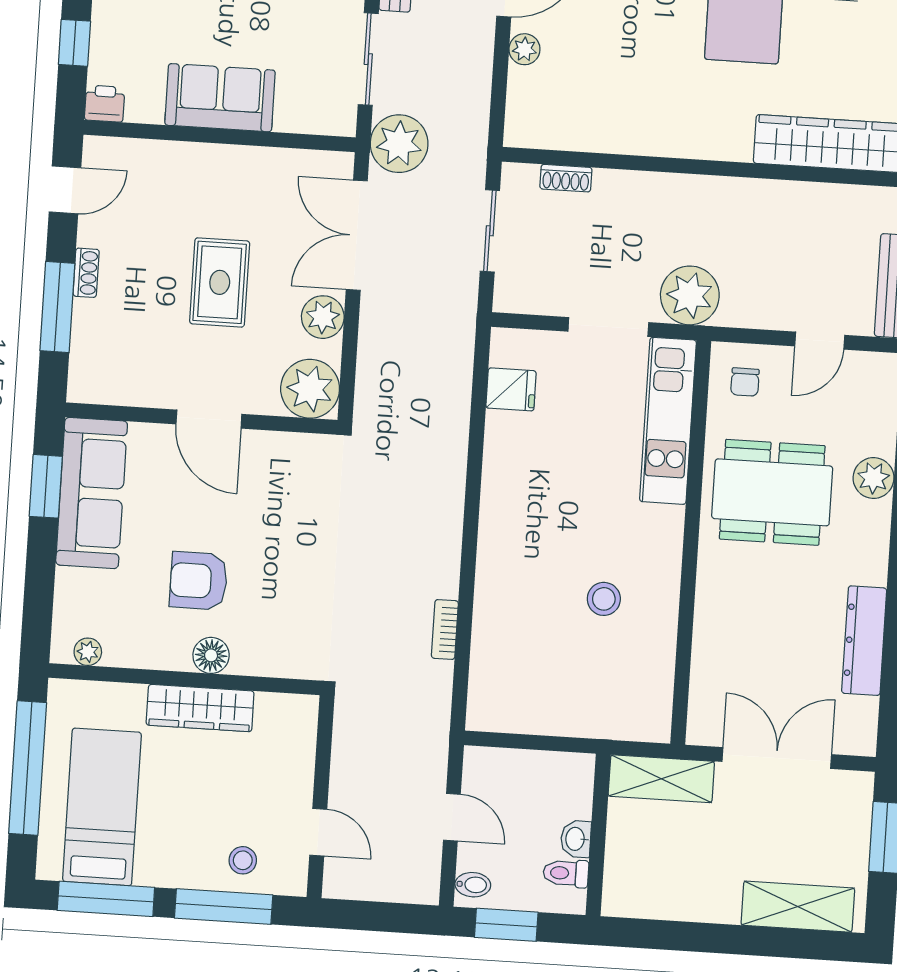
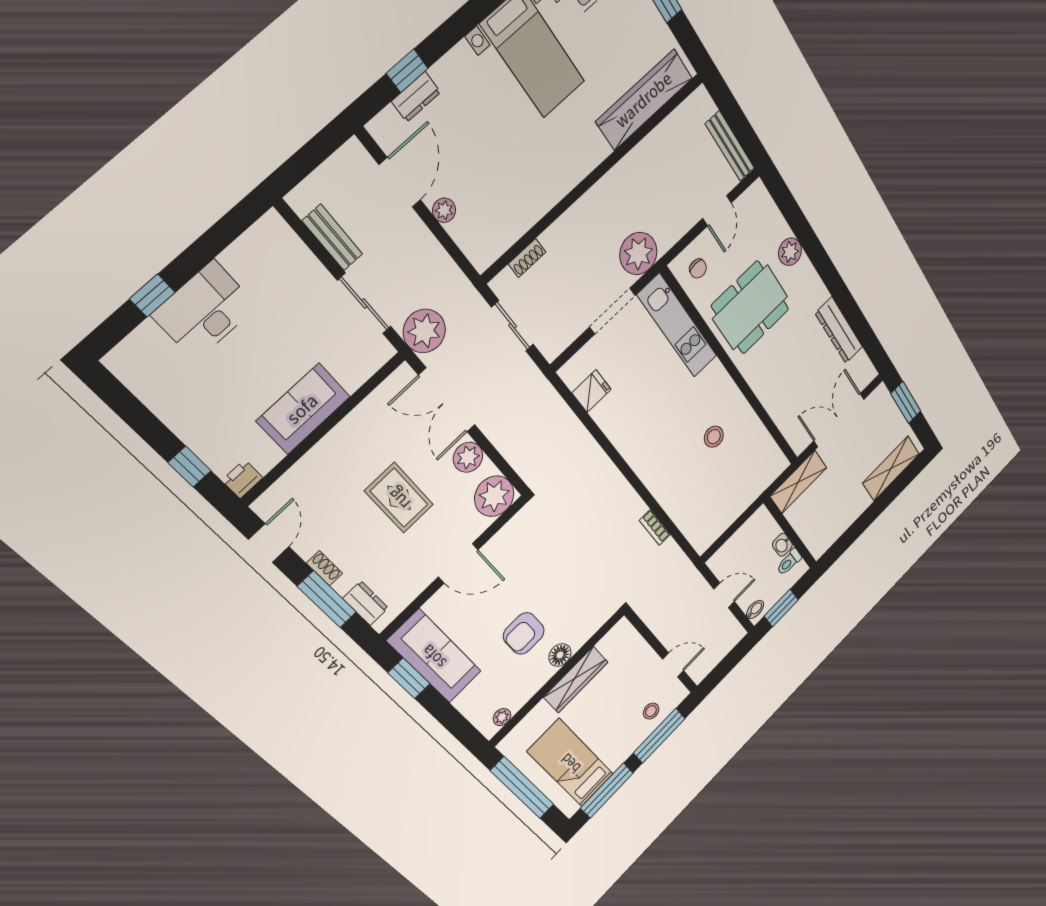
dresser: (86, 354) -> (366, 603), added

